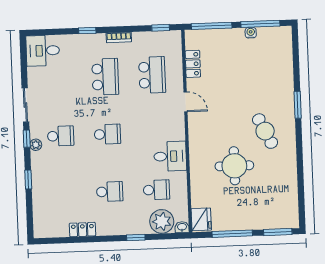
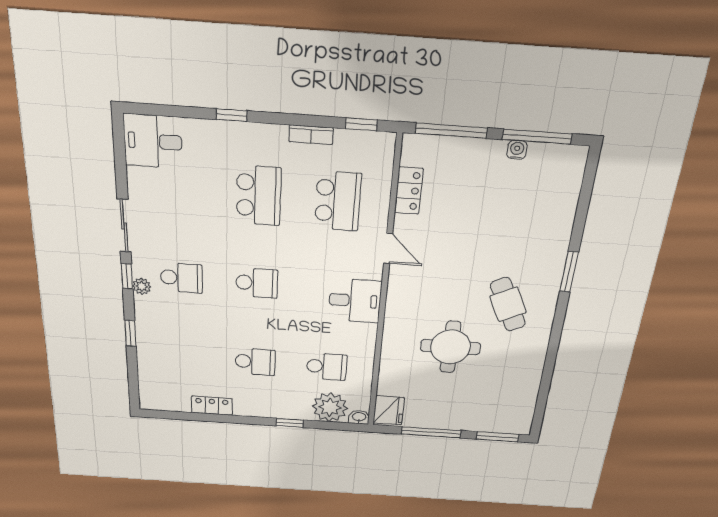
bookcase: (119, 37) -> (311, 135), moved
desk: (170, 156) -> (355, 301), moved

